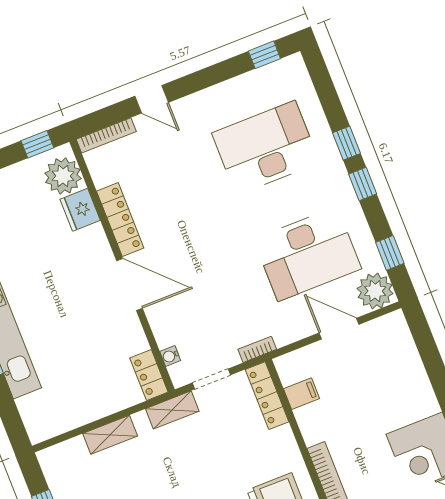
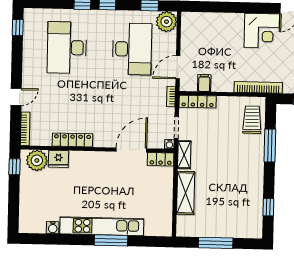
door: (130, 285) -> (131, 150), moved
door: (339, 329) -> (178, 67), moved
water cooler: (170, 356) -> (169, 144), moved
shelving: (110, 435) -> (186, 193), width x1.50, depth x1.33

